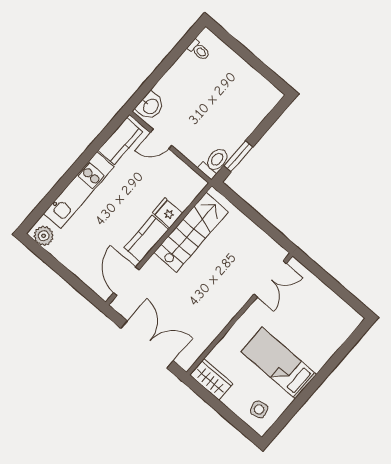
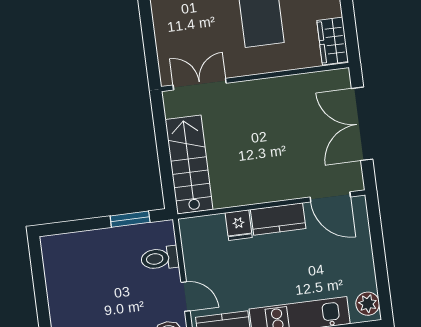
toilet: (214, 162) -> (160, 258), moved
stairs: (191, 232) -> (189, 165), moved, turned 90
door: (126, 281) -> (330, 197), hinge flipped

